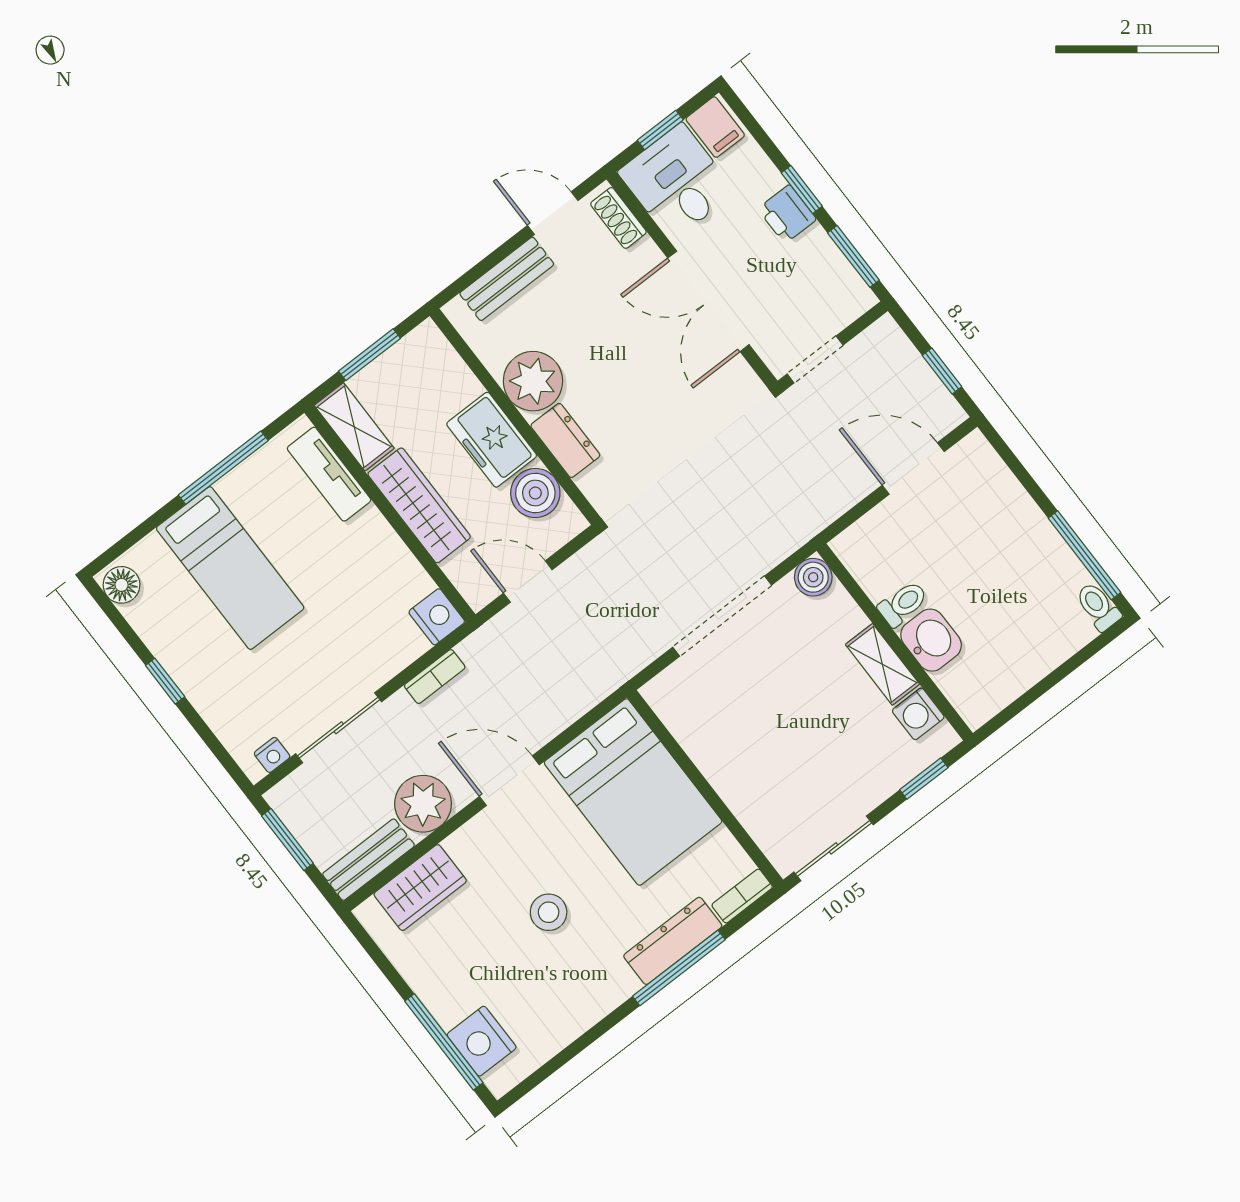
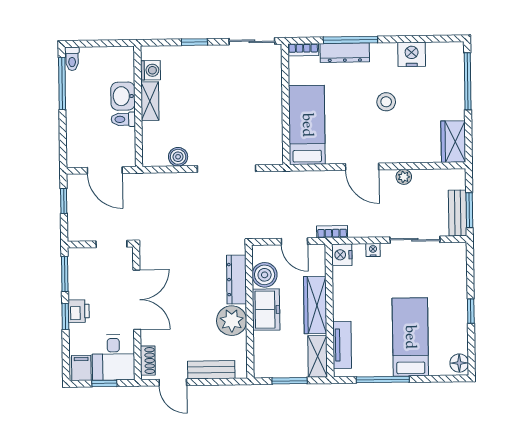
dresser: (565, 440) -> (236, 279), width x1.44
toilet: (903, 604) -> (123, 119), moved
washbasin: (931, 640) -> (123, 96), moved
wall: (895, 642) -> (138, 106), moved
shelving: (882, 664) -> (150, 101), moved
bookcase: (435, 677) -> (332, 232), moved
washing machine: (918, 714) -> (150, 70), moved
nightstand: (272, 755) -> (373, 250), moved
bed: (633, 792) -> (307, 125), width x0.67
plant: (423, 804) -> (404, 177), width x0.53, depth x0.53
bench: (369, 860) -> (458, 213), moved, turned 90
wardrobe: (420, 888) -> (453, 142), moved, turned -90
nightstand: (482, 1041) -> (412, 54), moved, turned -90

